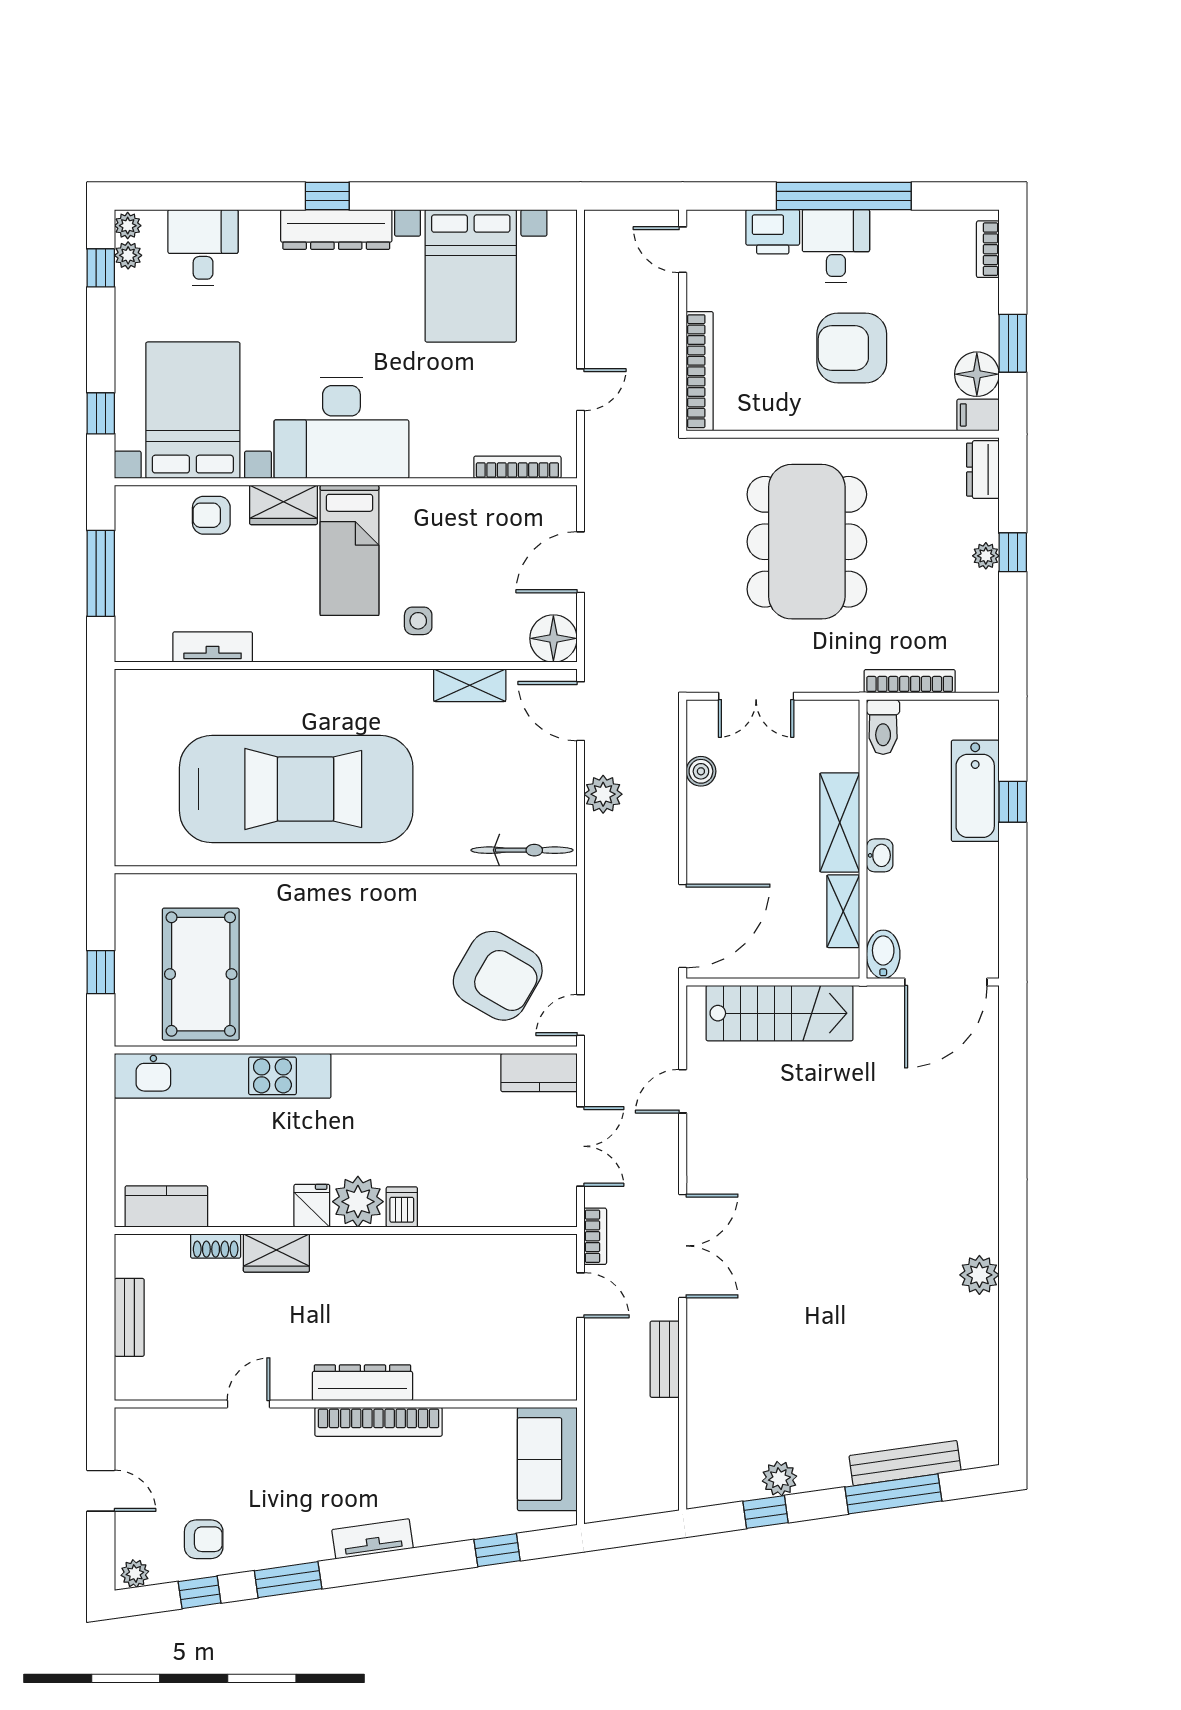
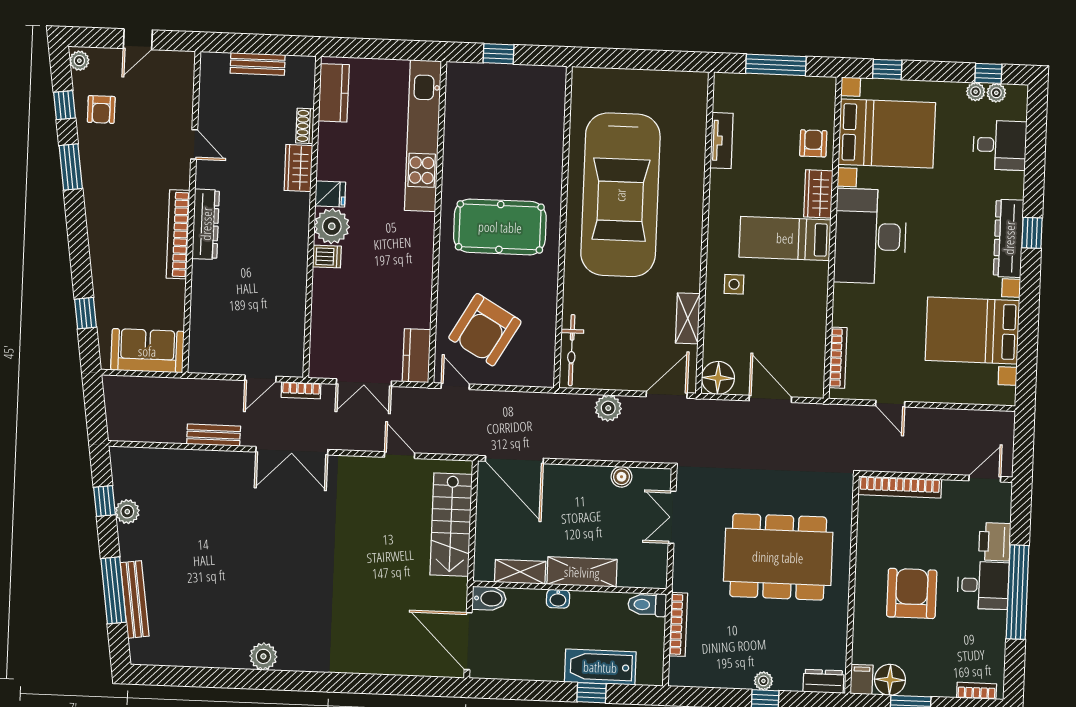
plant: (128, 226) -> (976, 92), moved
pool table: (201, 974) -> (500, 227), moved
tv unit: (373, 1539) -> (97, 227), removed

